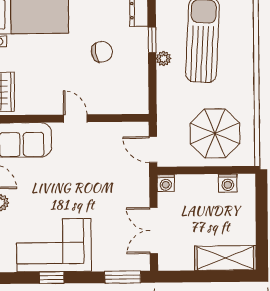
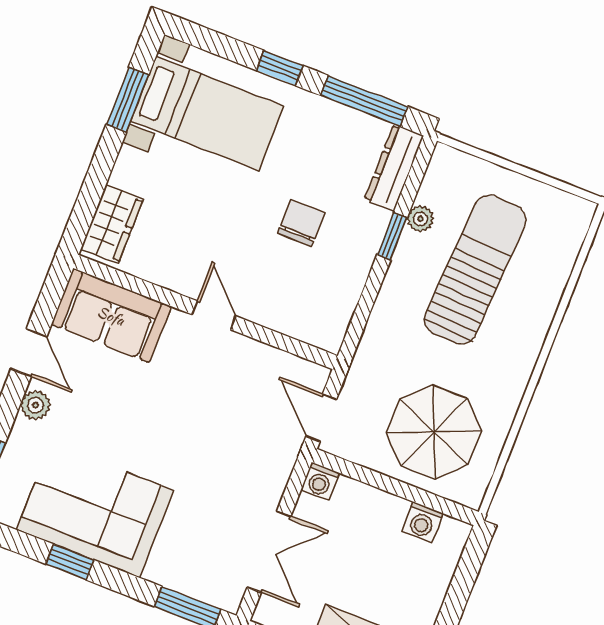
chair: (102, 52) -> (301, 223), turned -81
plant: (163, 59) -> (420, 219), moved
double door: (154, 231) -> (269, 552), swing flipped

